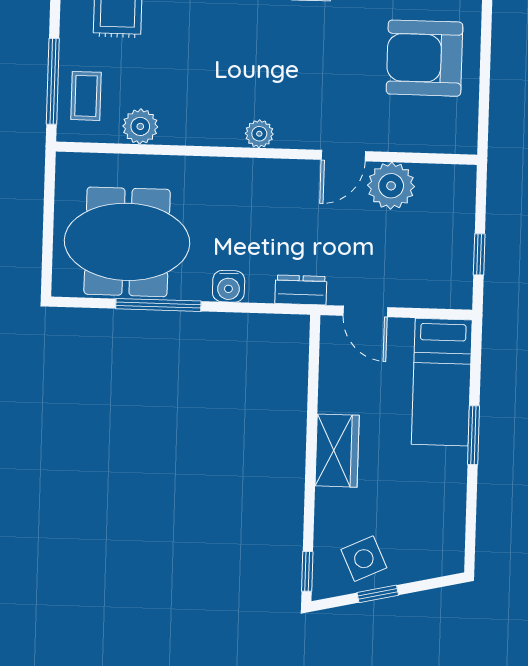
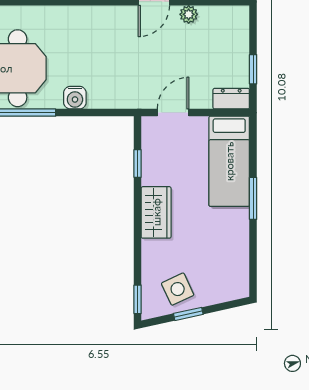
plant: (391, 186) -> (189, 14), width x0.53, depth x0.53
dresser: (301, 290) -> (231, 99), moved
door: (365, 311) -> (173, 113), swing flipped
window: (313, 381) -> (138, 163), added

